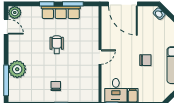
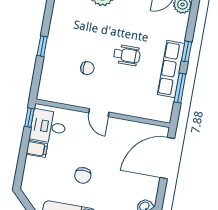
chair: (56, 86) -> (87, 68), moved

